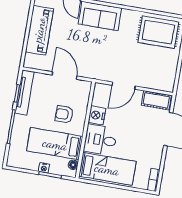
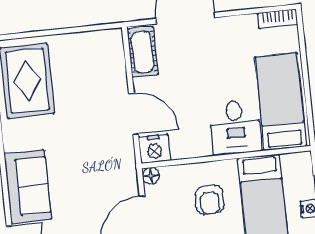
nightstand: (97, 115) -> (154, 149), moved
floor lamp: (73, 165) -> (151, 176), moved

